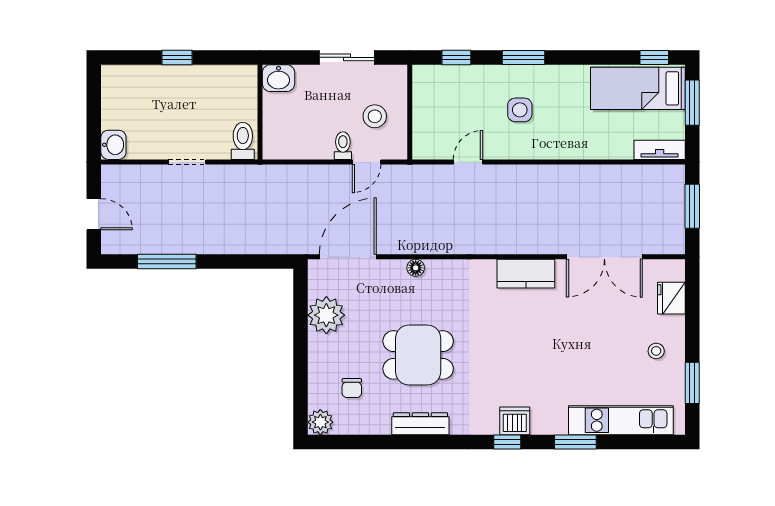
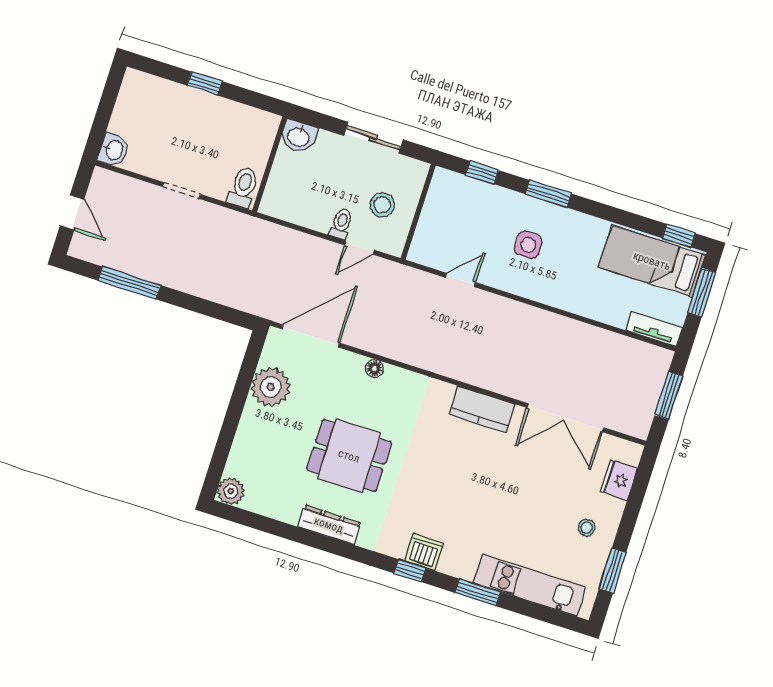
chair: (352, 388) -> (273, 467), removed

